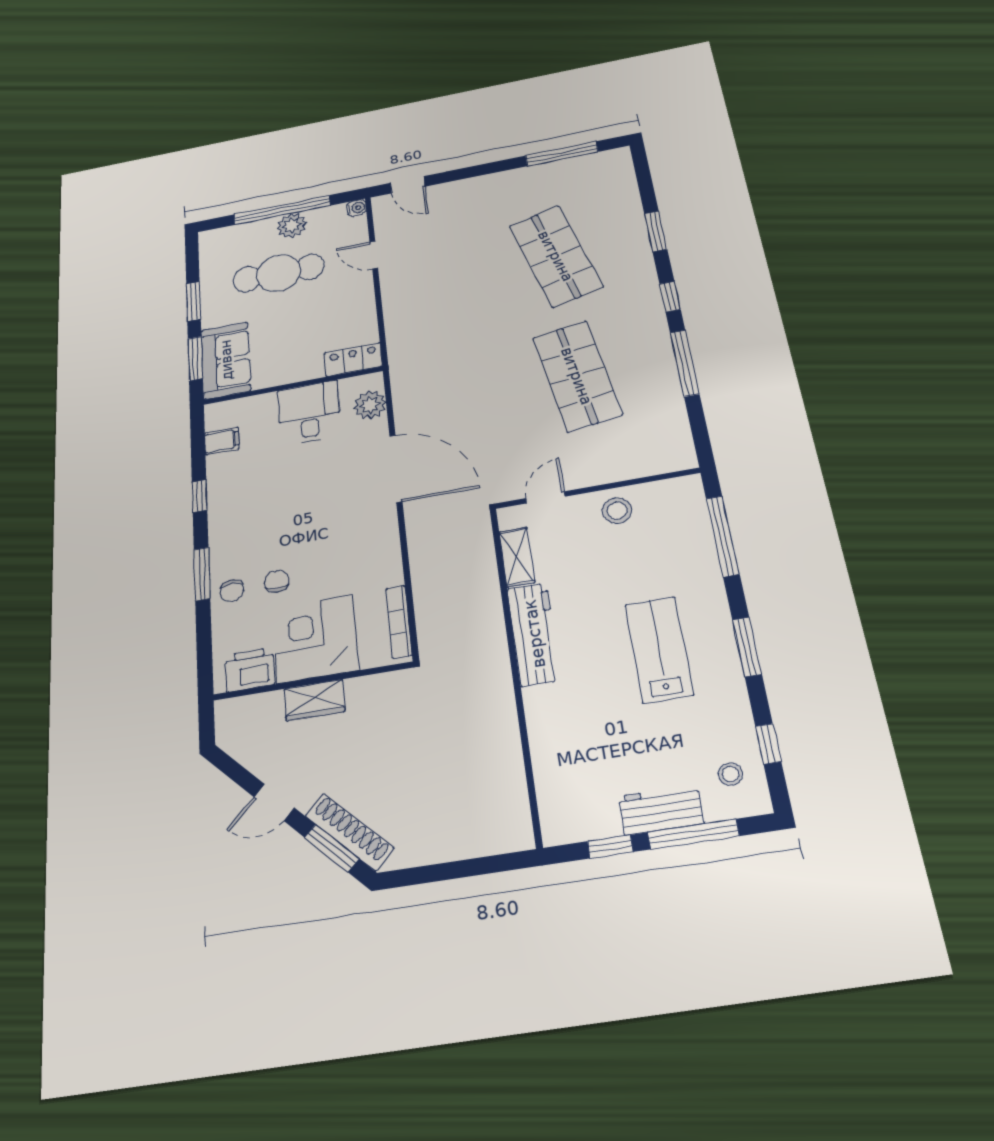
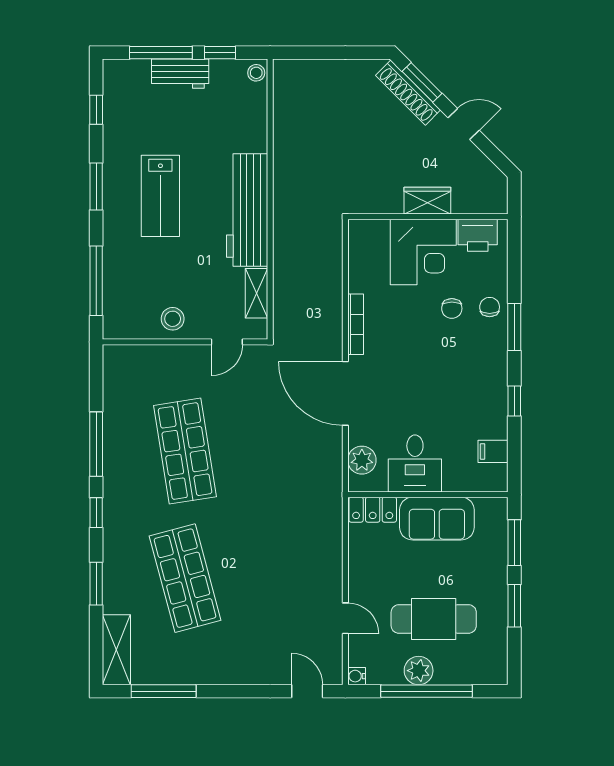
shelving: (620, 178) -> (116, 650), added
sofa: (226, 360) -> (437, 519), moved, turned -90
bookcase: (399, 622) -> (356, 324), moved
workbench: (534, 634) -> (247, 210), width x1.36, depth x1.32
stool: (730, 774) -> (256, 73), moved

